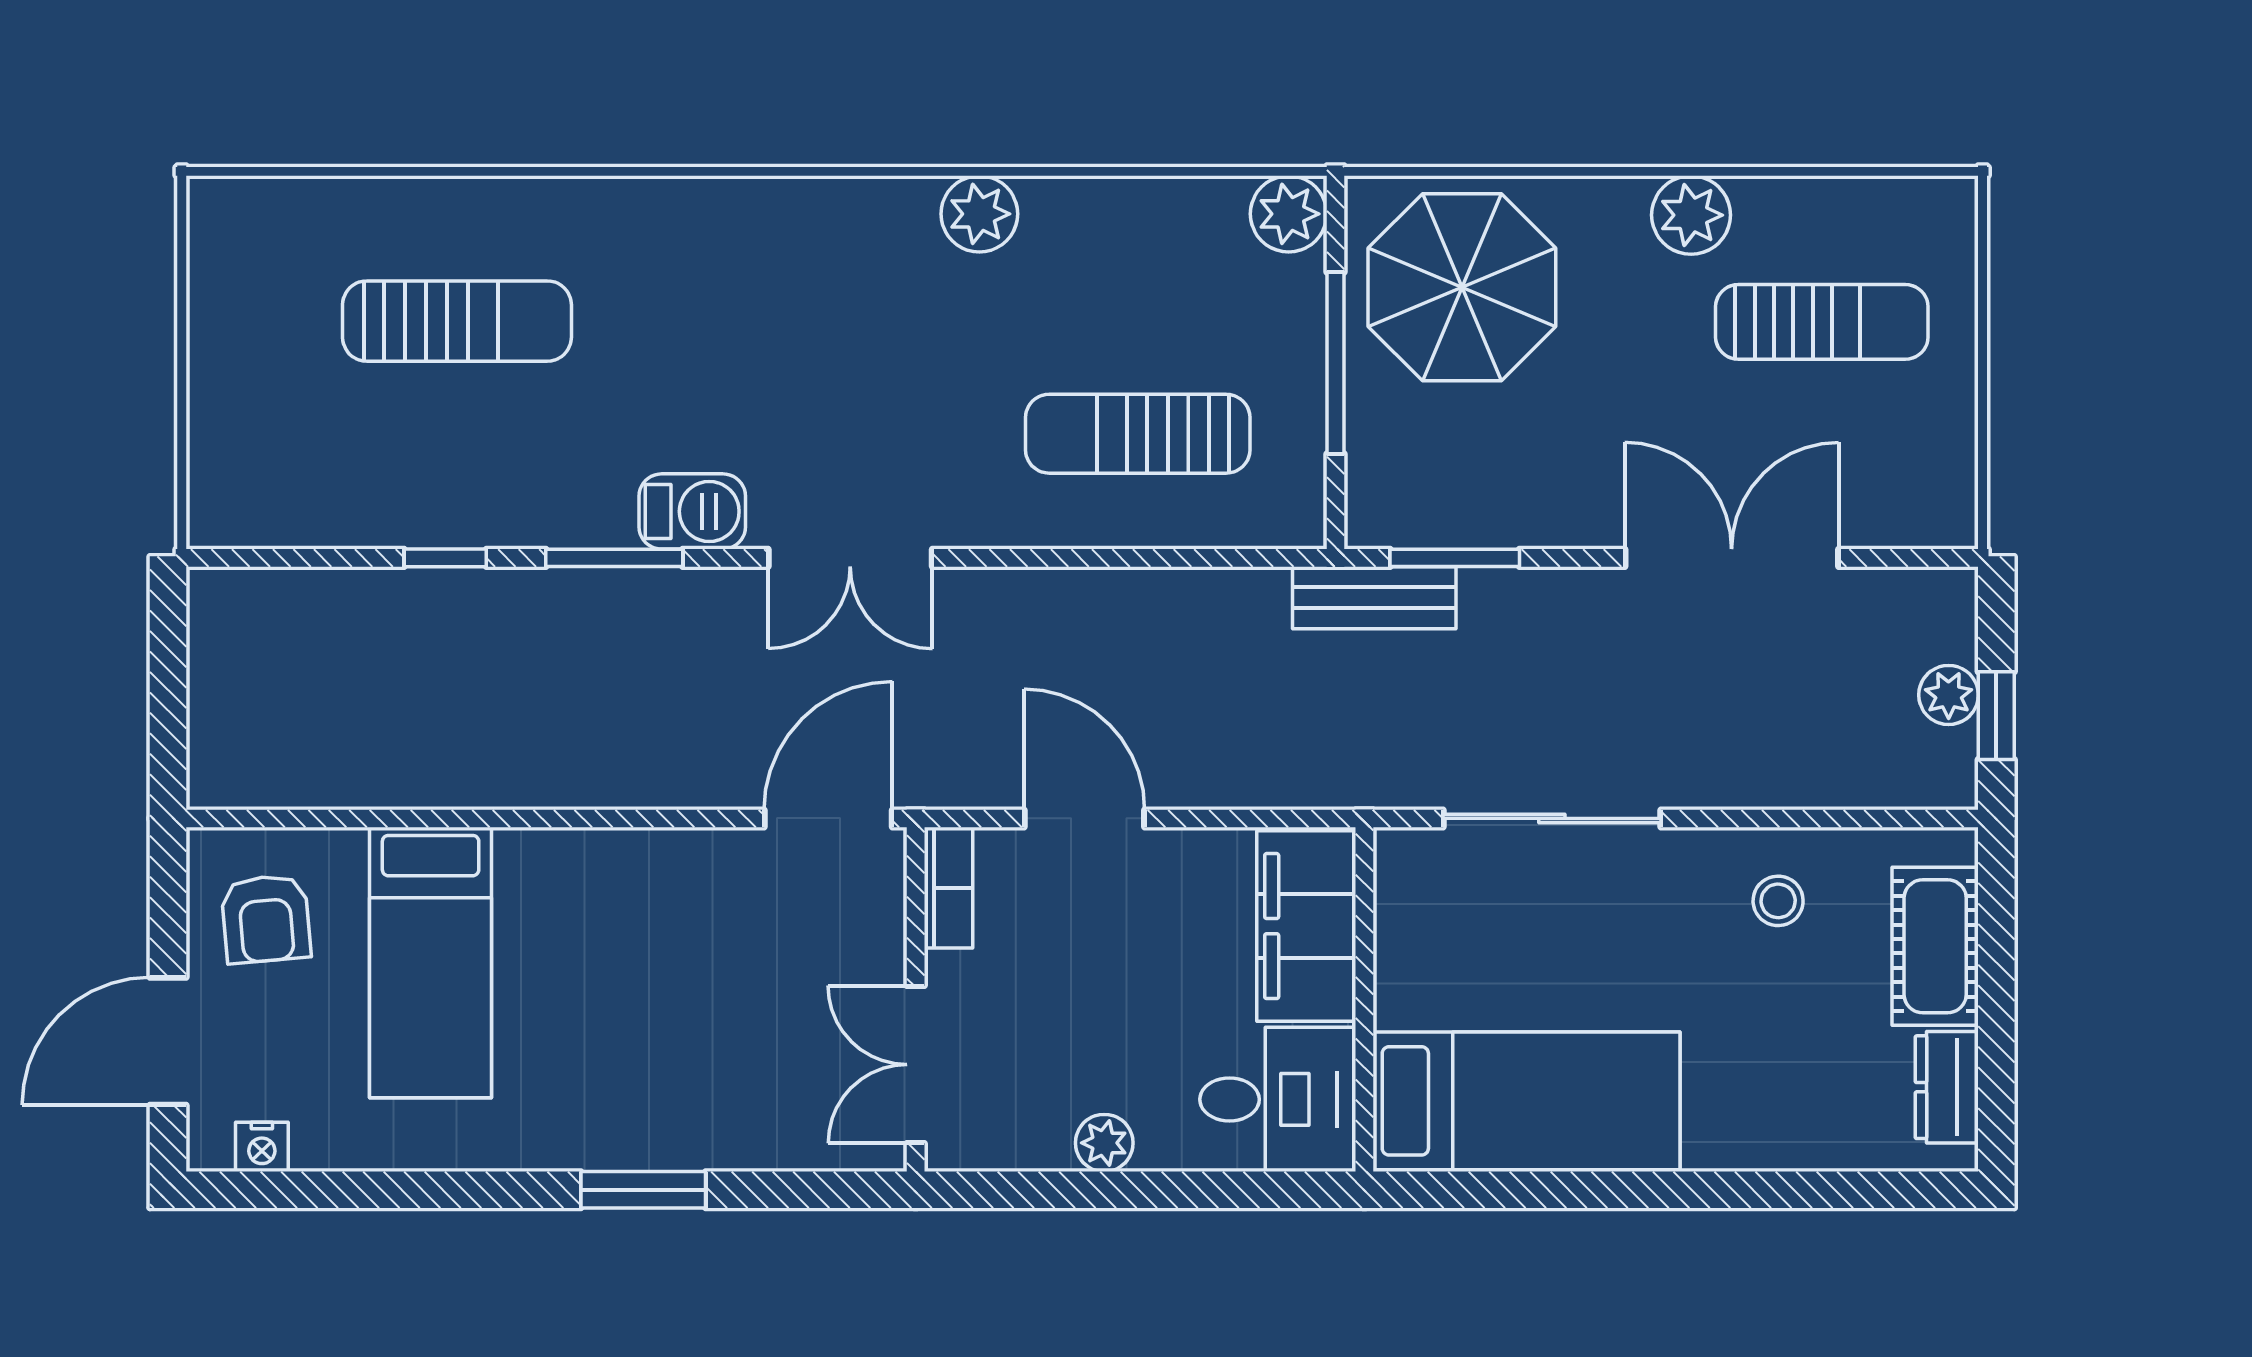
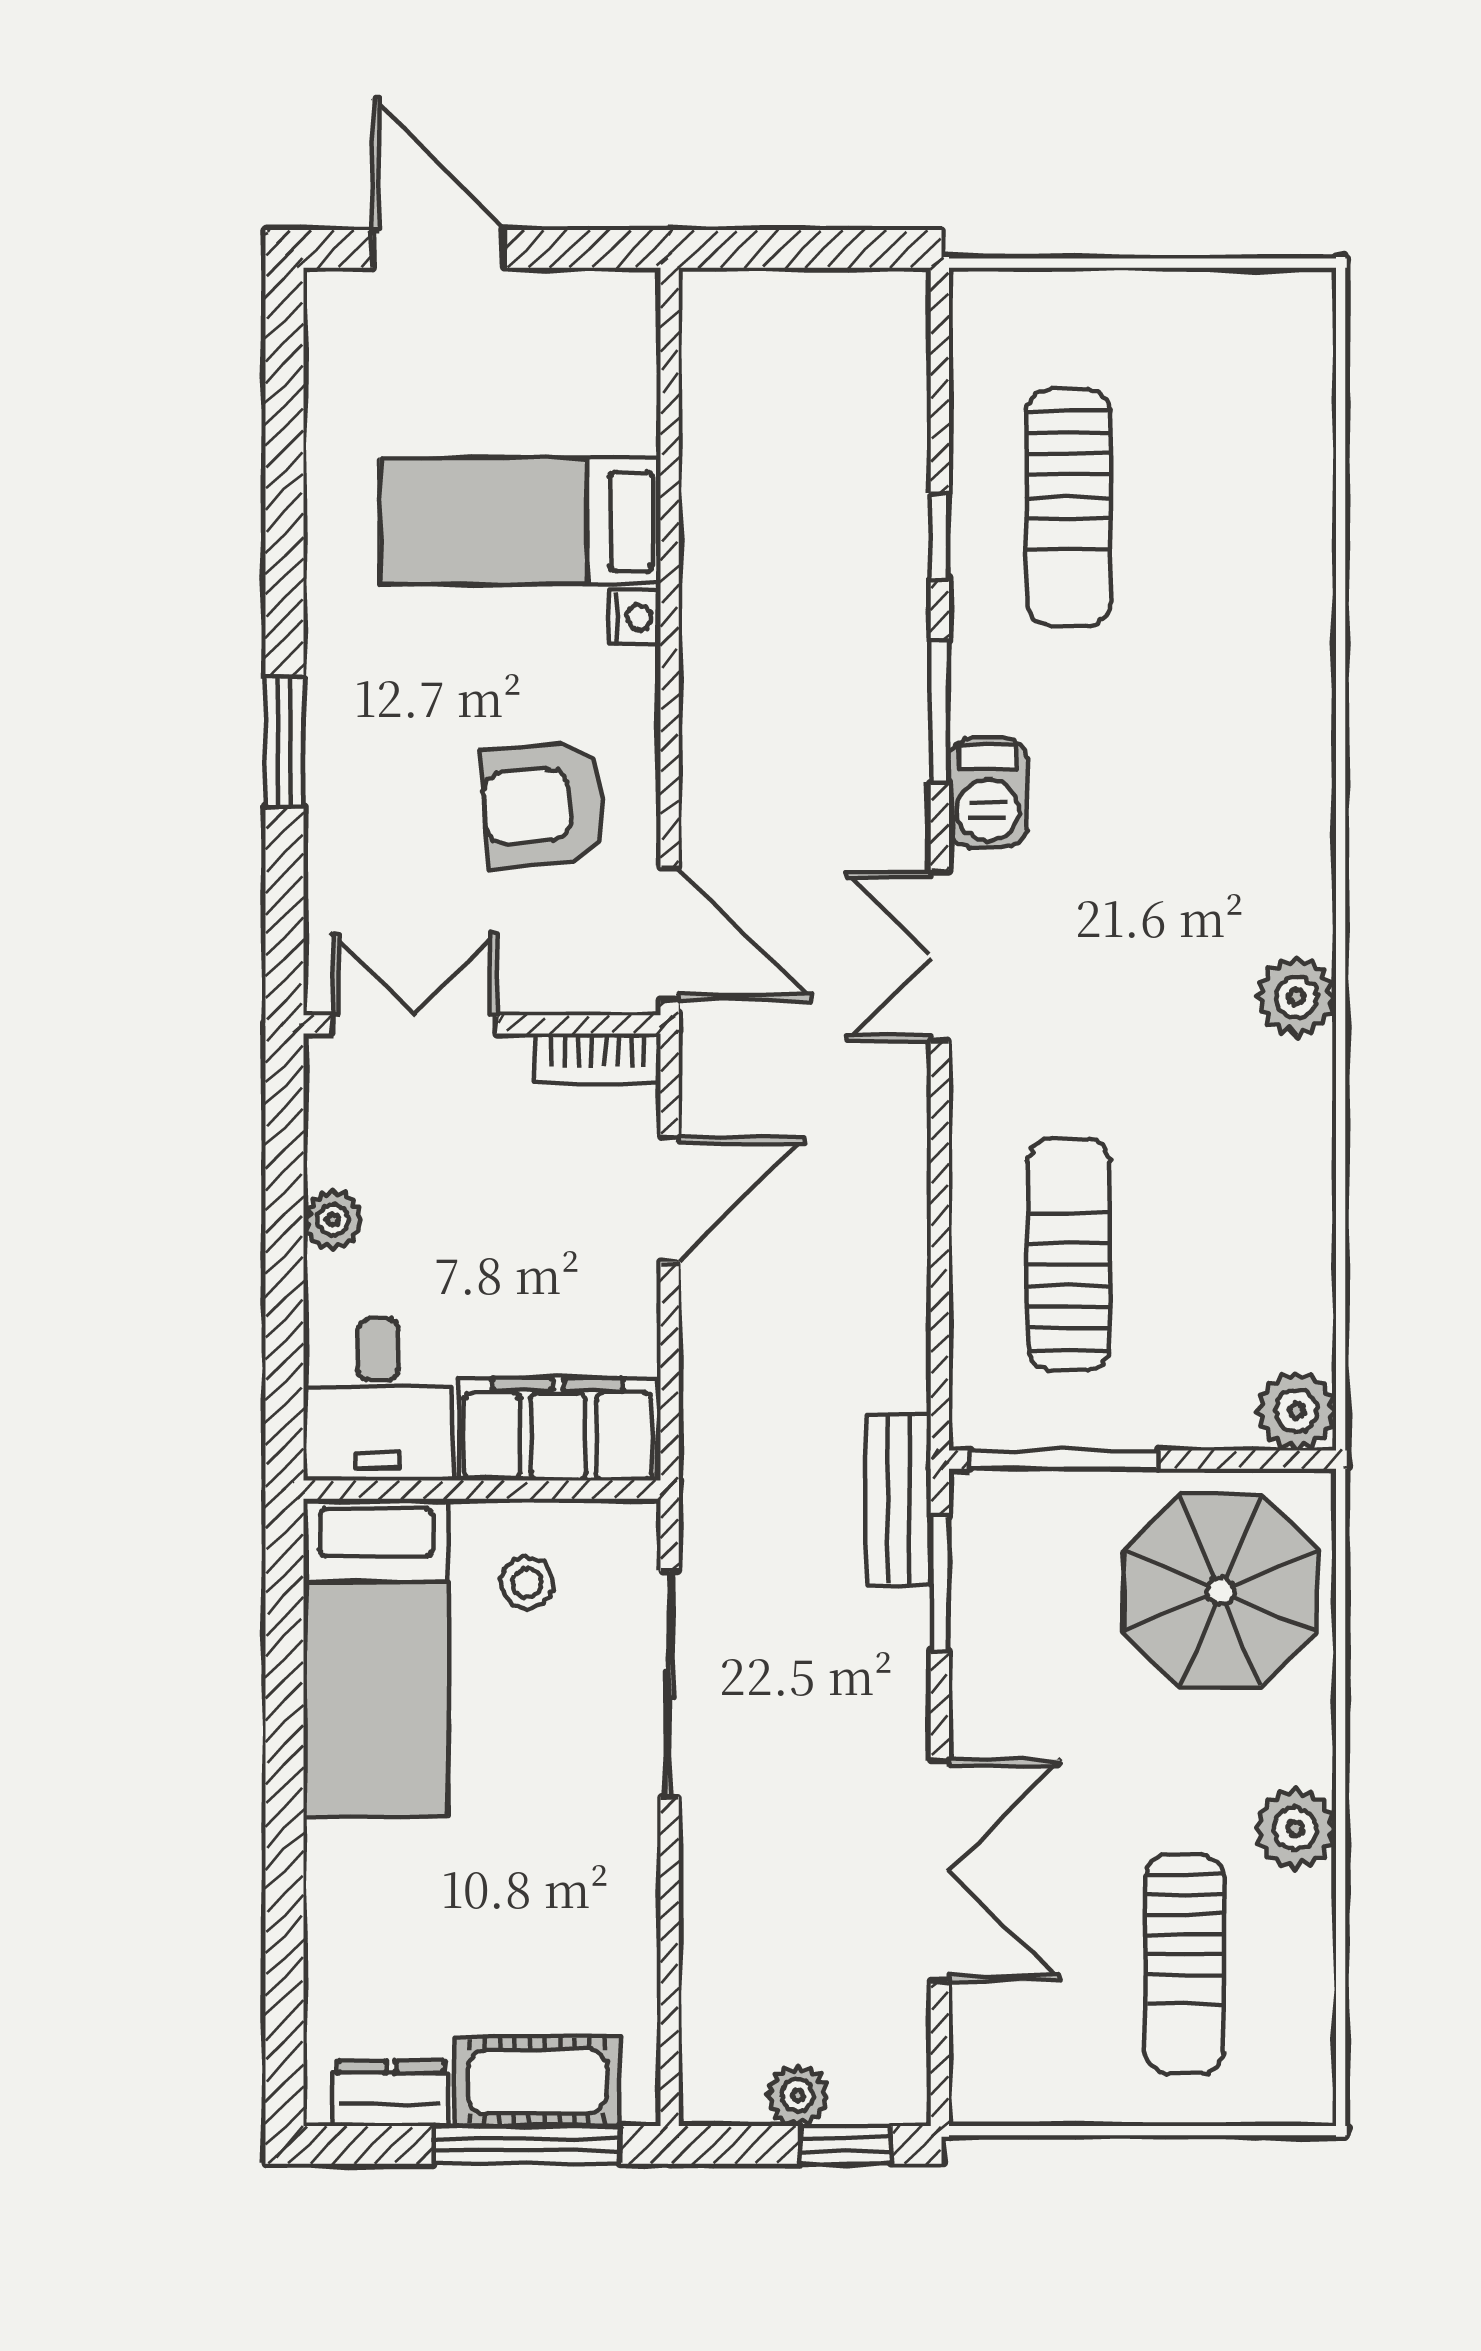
plant: (979, 214) -> (1296, 997), moved
sun lounger: (457, 321) -> (1069, 507), moved
window: (1335, 363) -> (1064, 1460), moved
window: (1996, 716) -> (846, 2145), moved
stool: (1778, 901) -> (527, 1583), moved
armchair: (266, 919) -> (544, 805), moved, width x1.38, depth x1.38
window: (1996, 957) -> (526, 2145), added
nightstand: (262, 1147) -> (635, 618), moved, turned 180

